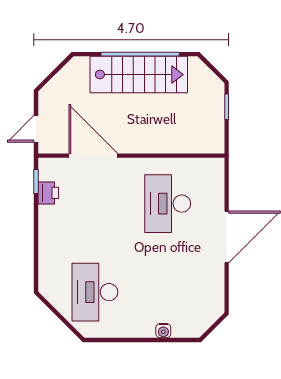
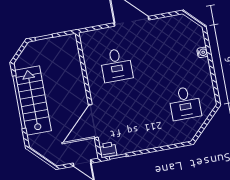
printer: (48, 193) -> (108, 150), moved
desk: (168, 204) -> (116, 65), width x0.73
desk: (95, 292) -> (185, 103), width x0.73

